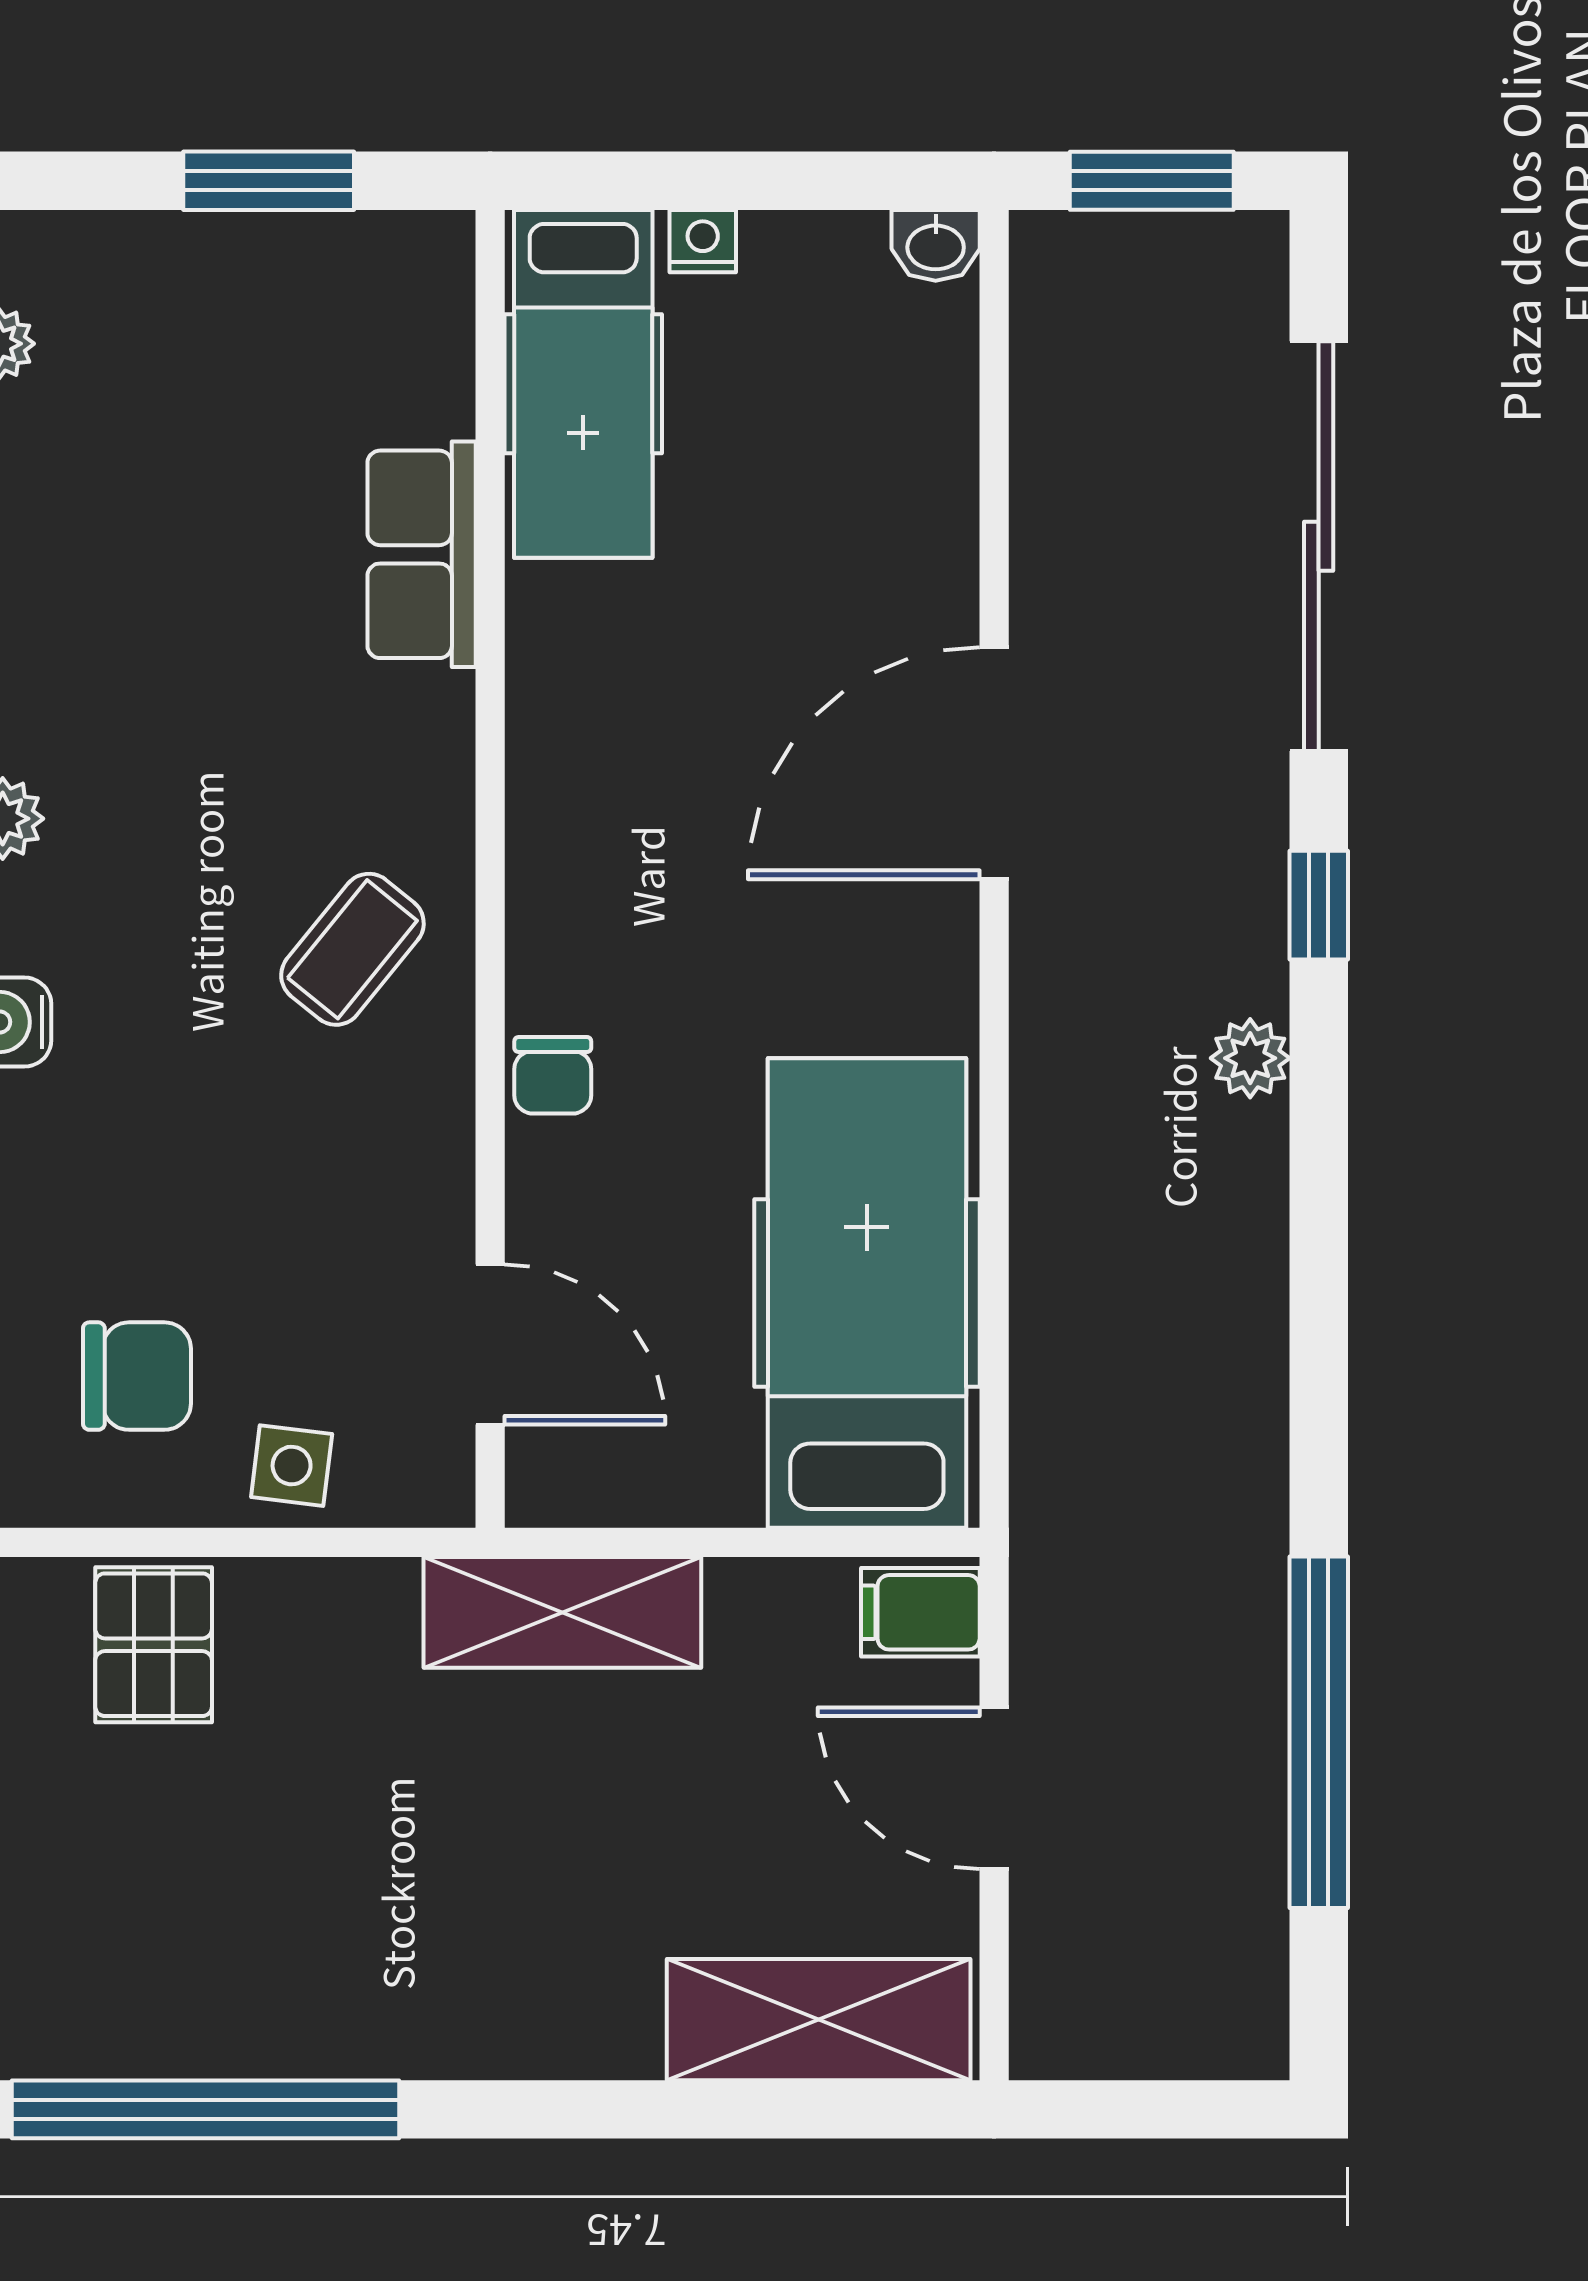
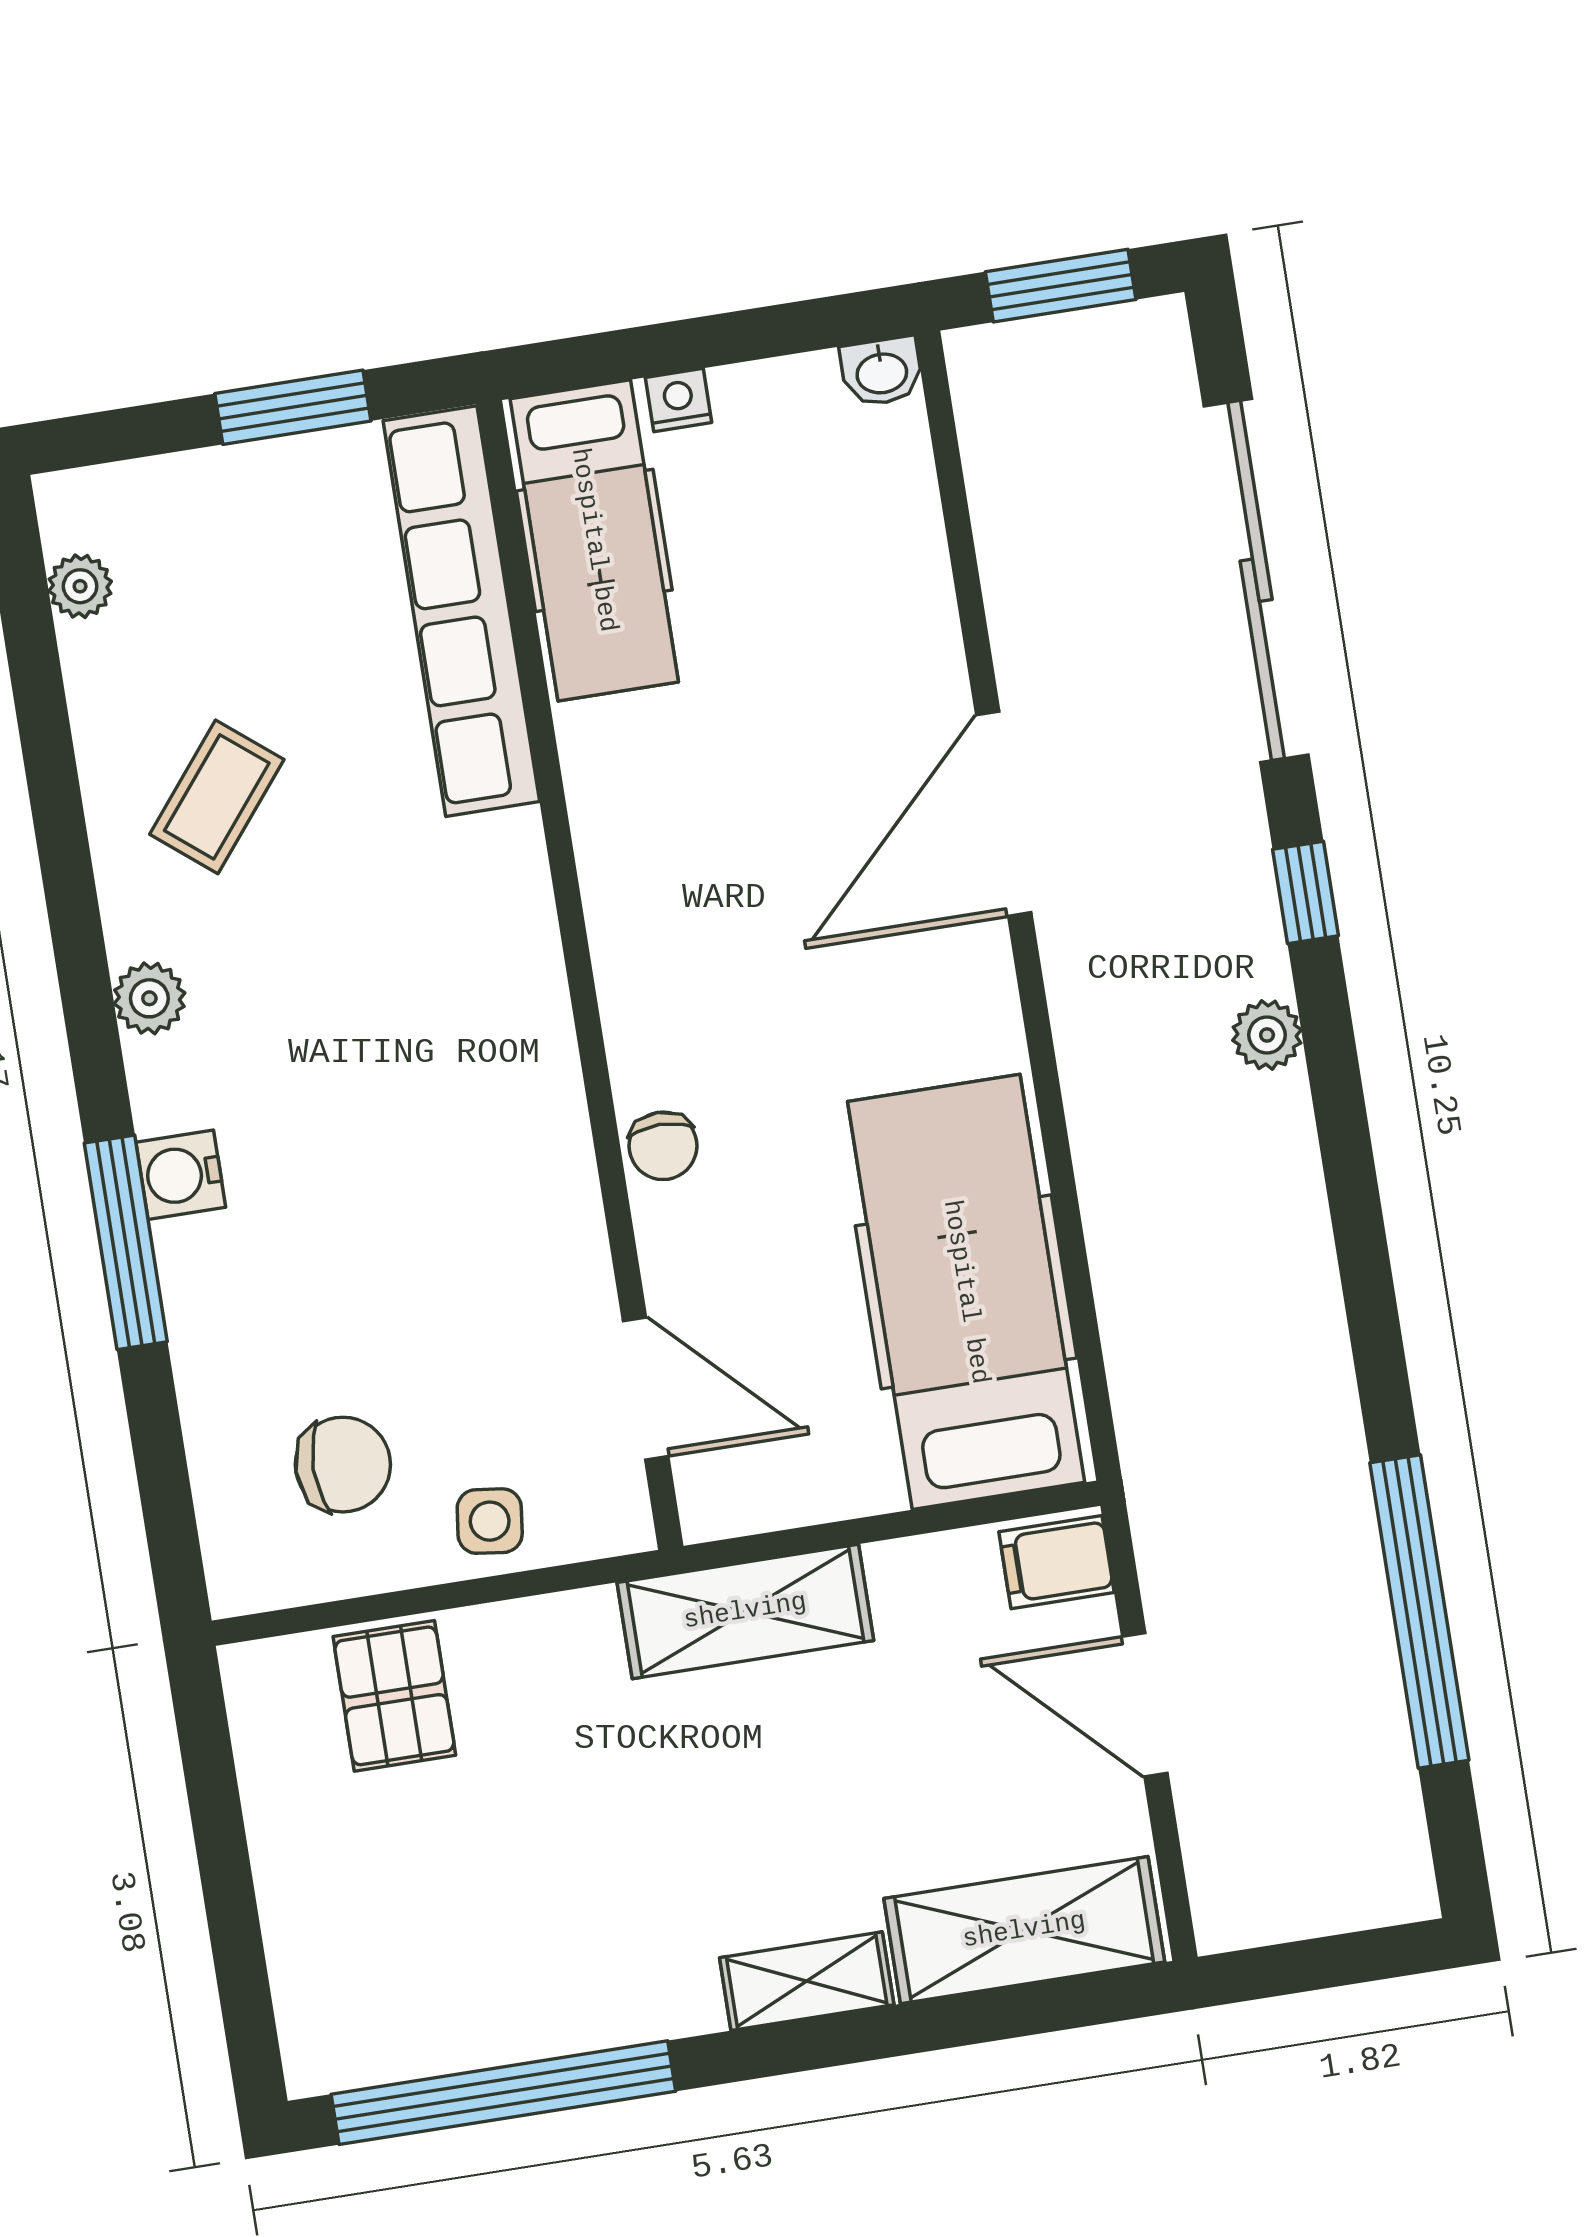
row of seats: (422, 554) -> (461, 611), width x2.02
coffee table: (352, 949) -> (217, 797), moved
shelving: (565, 2038) -> (807, 1981), added

